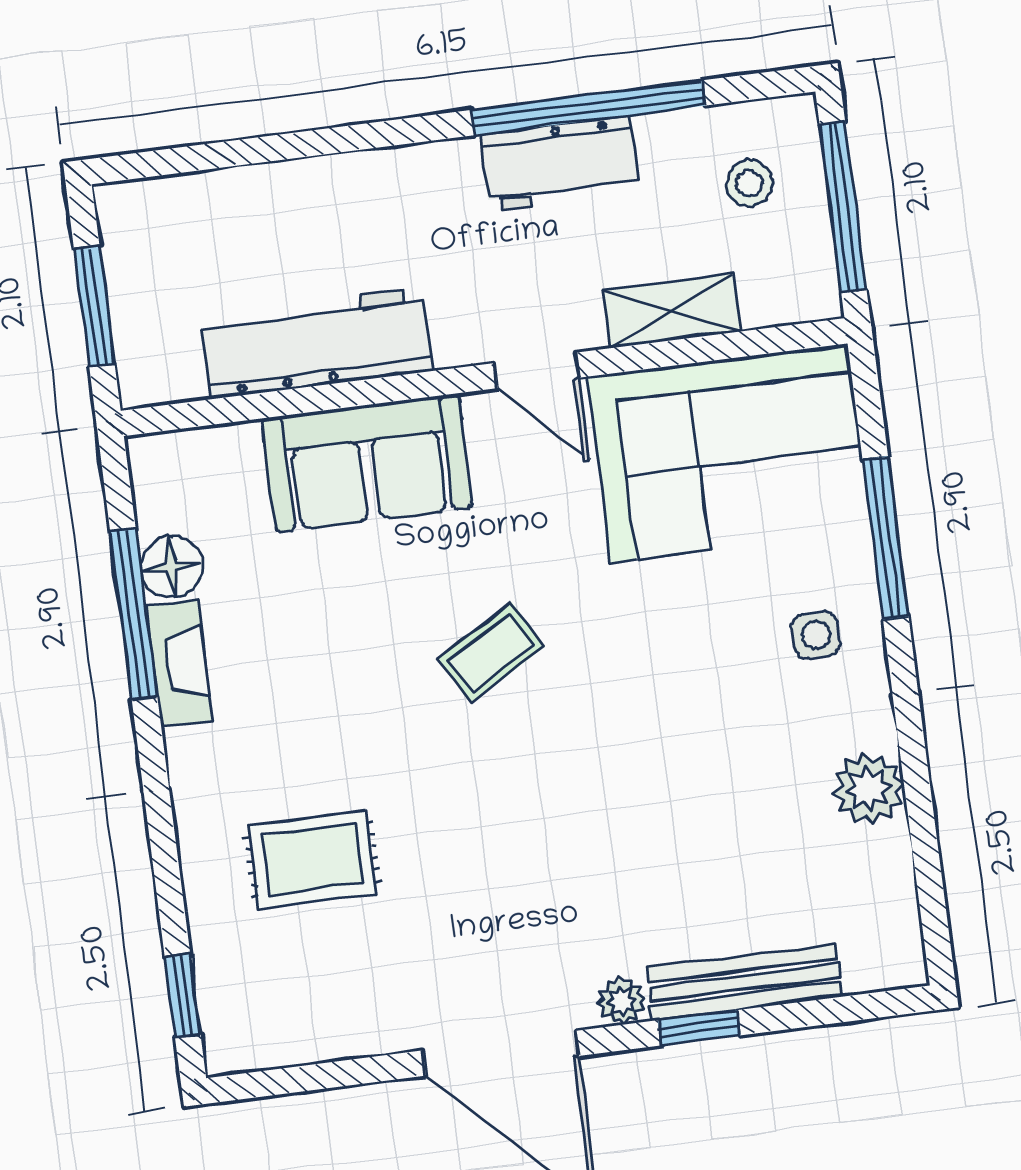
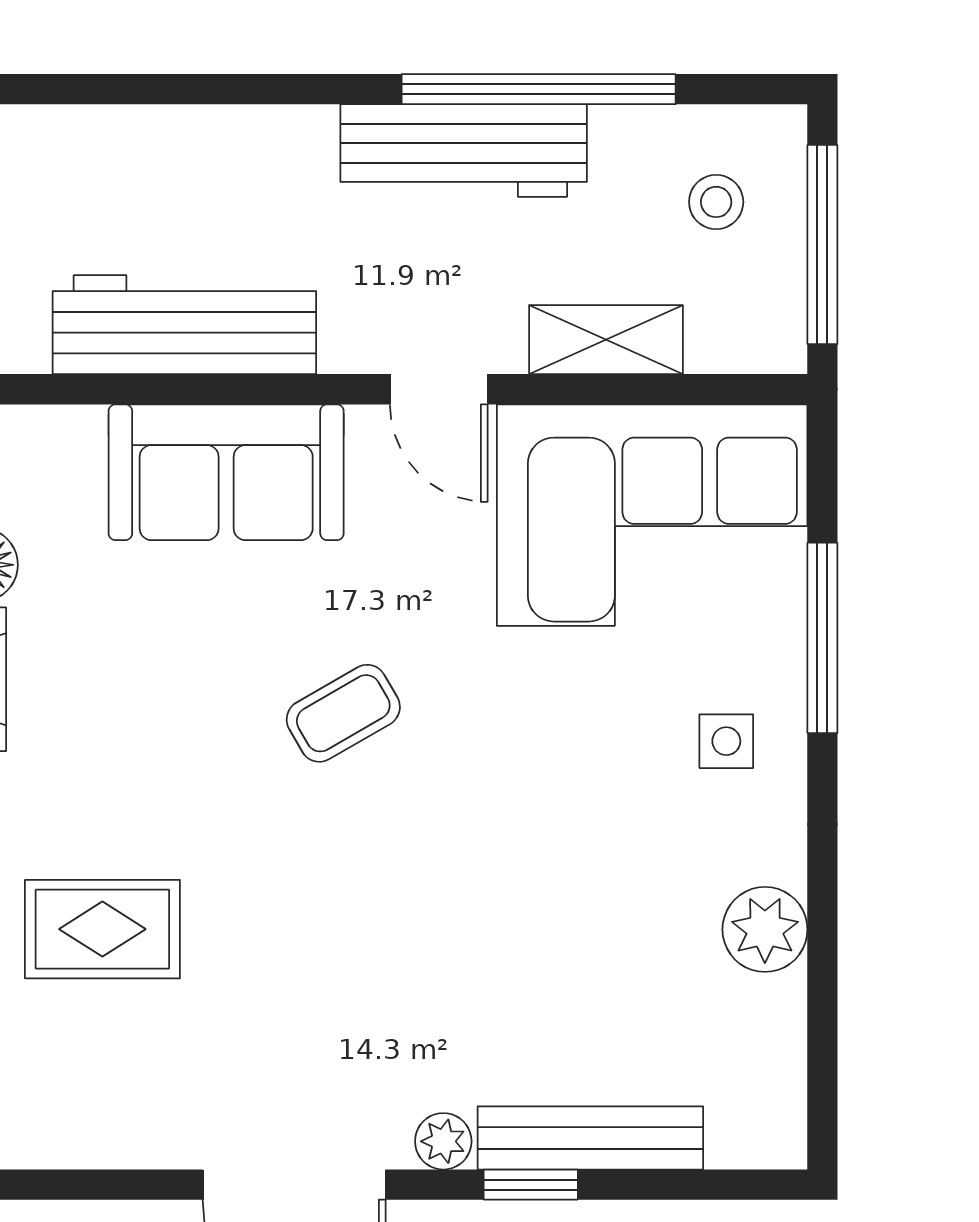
workbench: (560, 164) -> (464, 150), width x1.38

